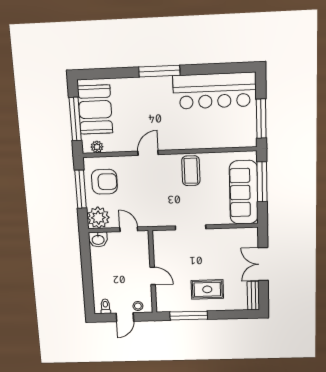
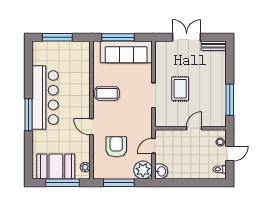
bar counter: (215, 91) -> (45, 98), moved
window: (261, 119) -> (57, 37), moved
armchair: (104, 182) -> (116, 147), moved
double door: (263, 264) -> (187, 37), swing flipped
rug: (207, 289) -> (180, 89), moved
door: (125, 317) -> (230, 153), hinge flipped

